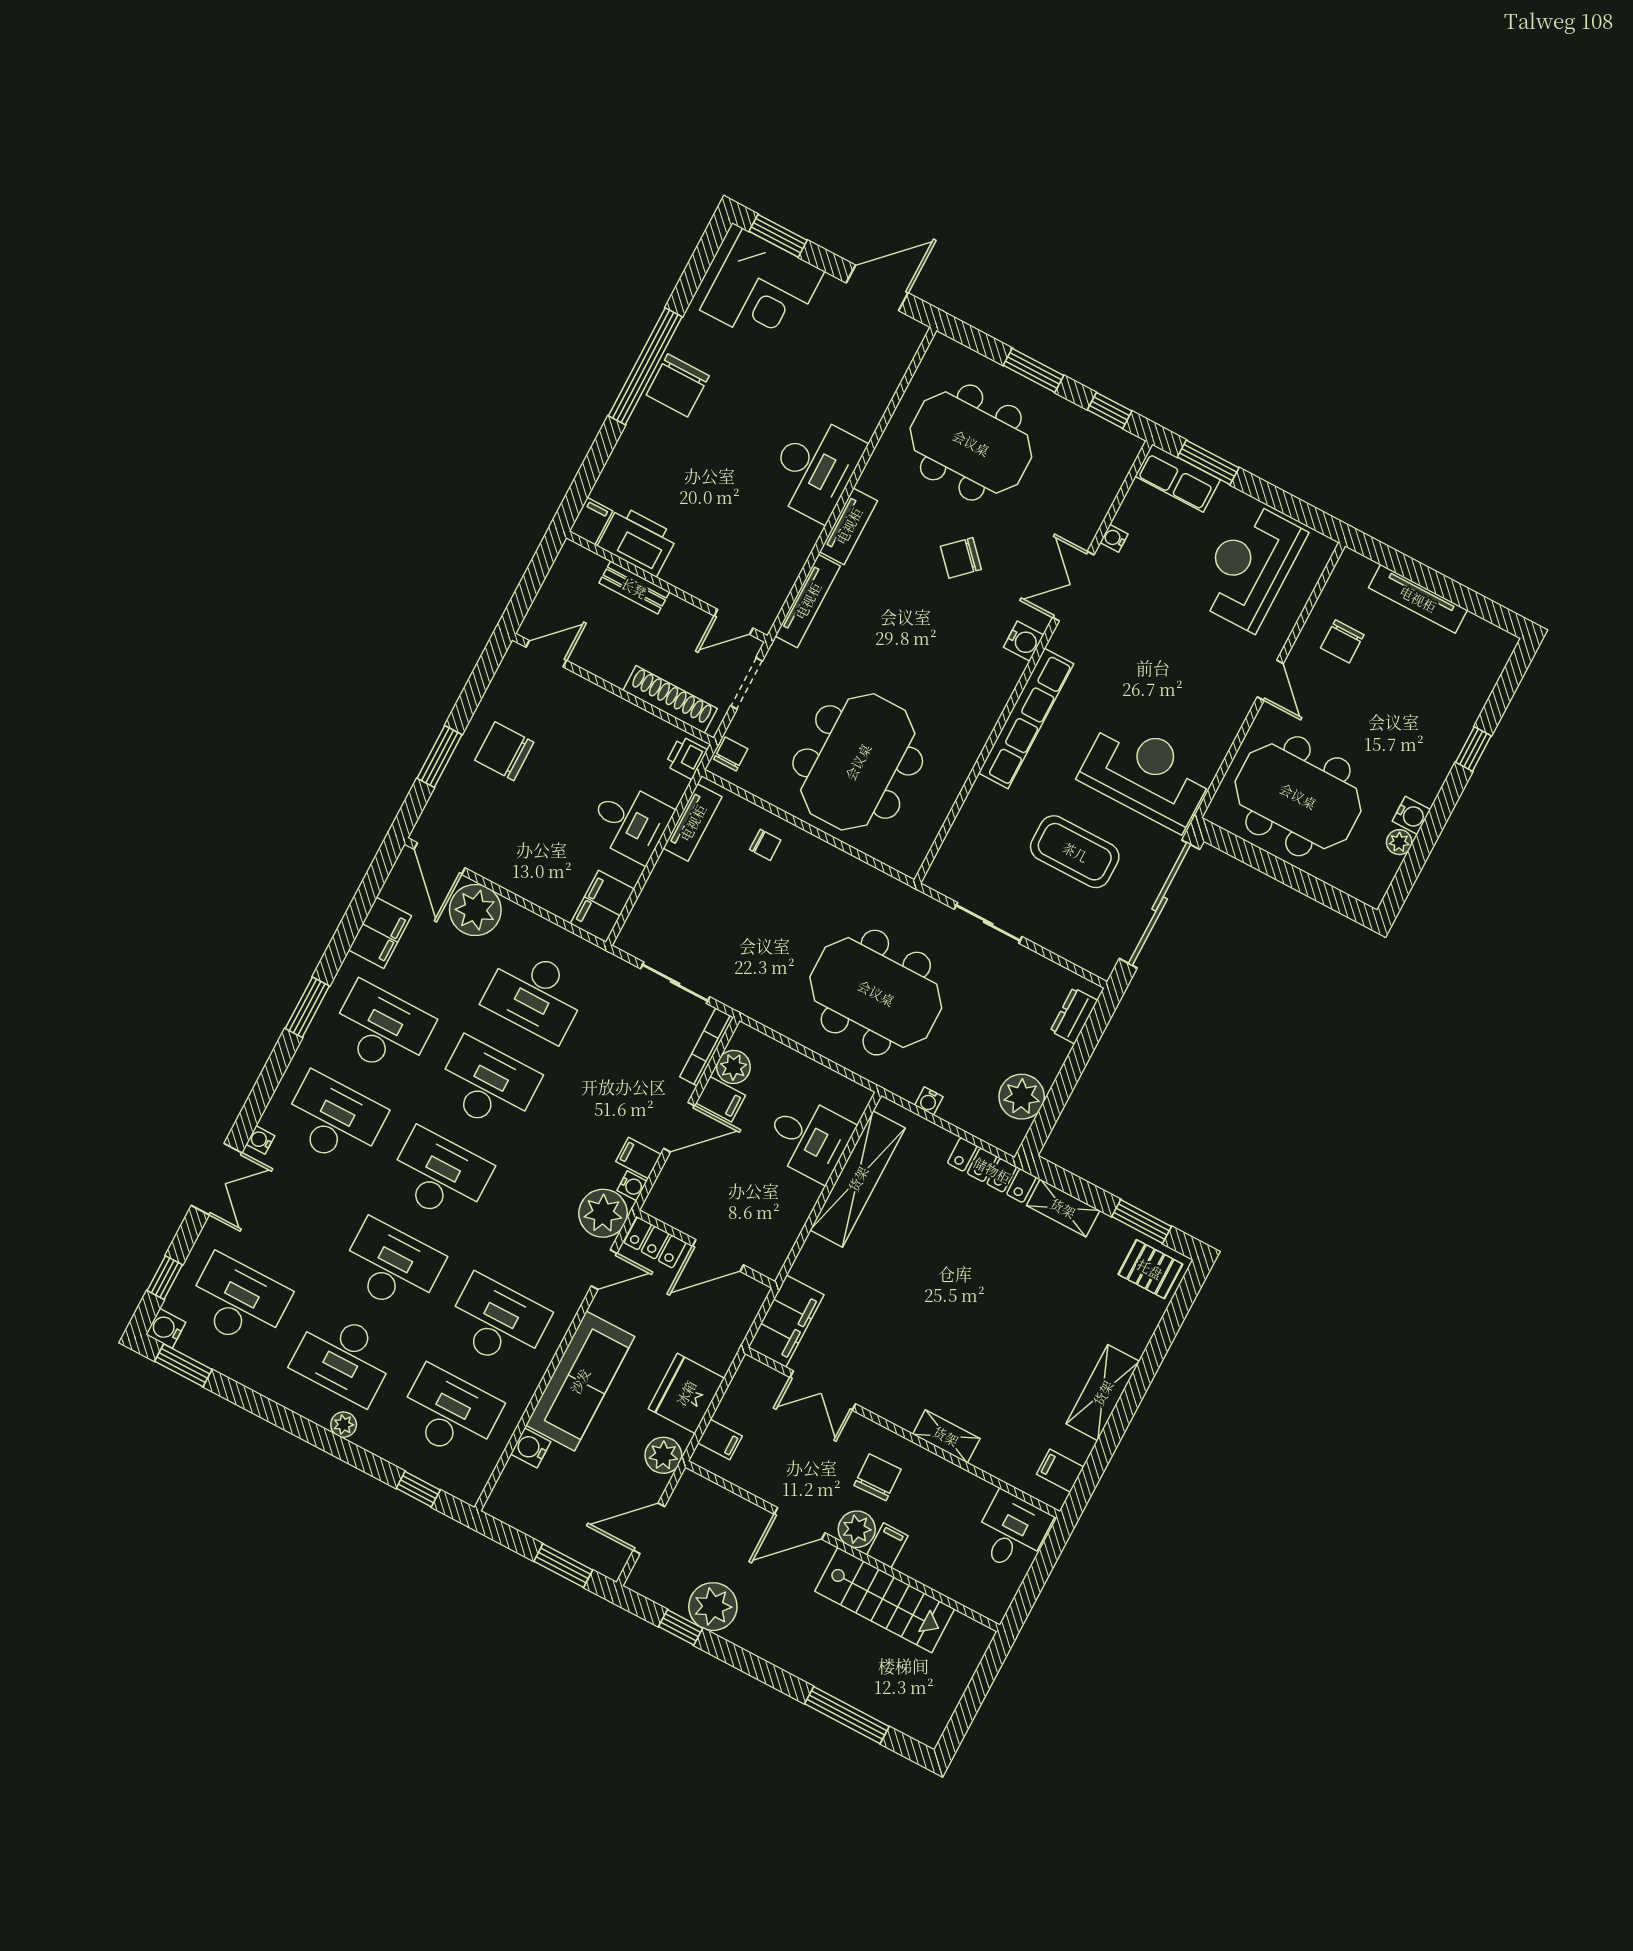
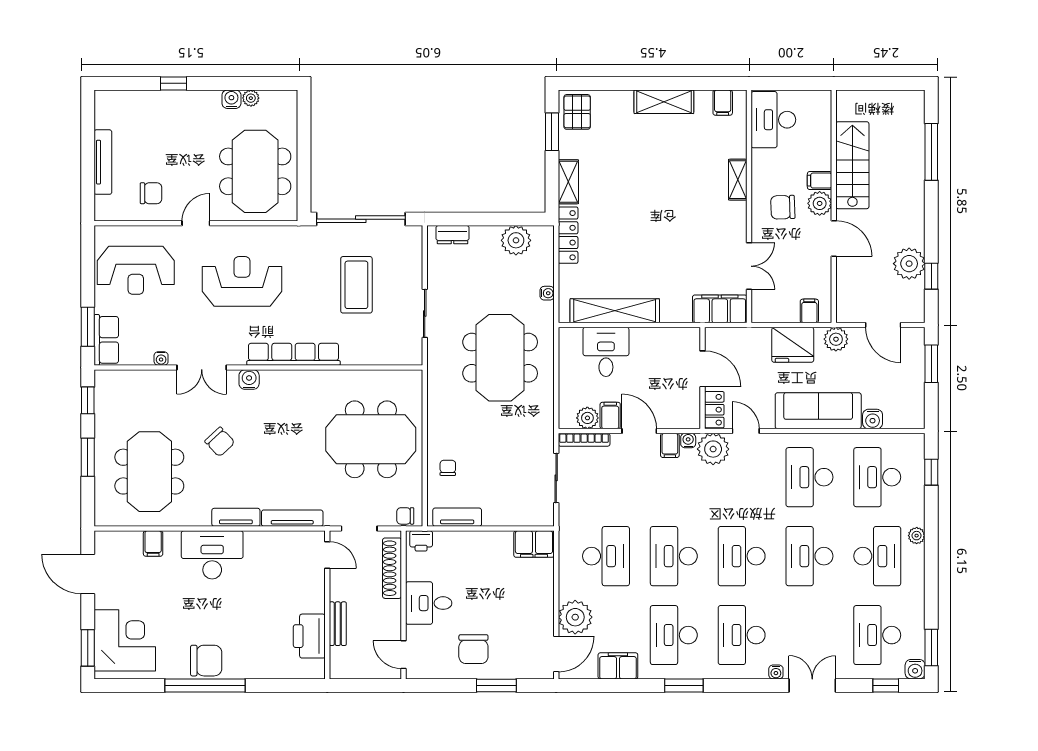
filing cabinet: (591, 521) -> (153, 543), moved, turned -90
reception desk: (1146, 774) -> (242, 281), moved, turned 90
desk: (630, 822) -> (429, 603), moved, turned -90
desk: (1012, 1532) -> (773, 120), width x1.37

